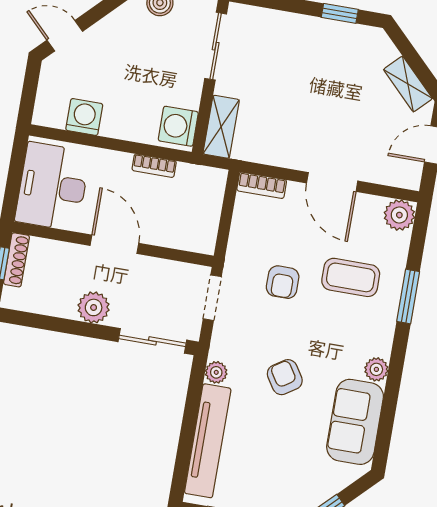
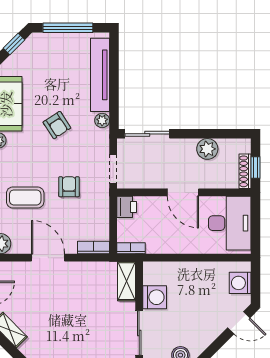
washing machine: (84, 117) -> (240, 283), moved, turned 90
washing machine: (178, 126) -> (155, 297), moved
bookcase: (154, 166) -> (131, 248), moved
printer: (202, 237) -> (127, 207), added
plant: (94, 307) -> (207, 149), moved

